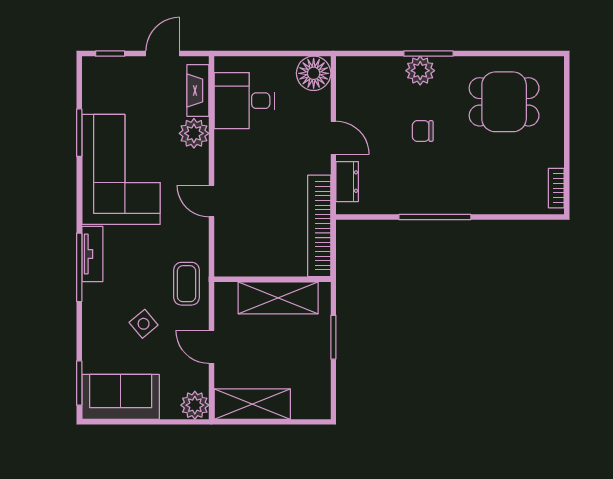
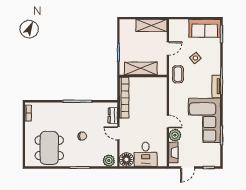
plant: (420, 71) -> (109, 161), moved
desk: (244, 101) -> (146, 154), moved, turned 90
dining table: (504, 102) -> (49, 148), width x1.38
door: (211, 201) -> (168, 122), moved
door: (211, 347) -> (168, 49), hinge flipped
plant: (195, 405) -> (175, 25), removed

